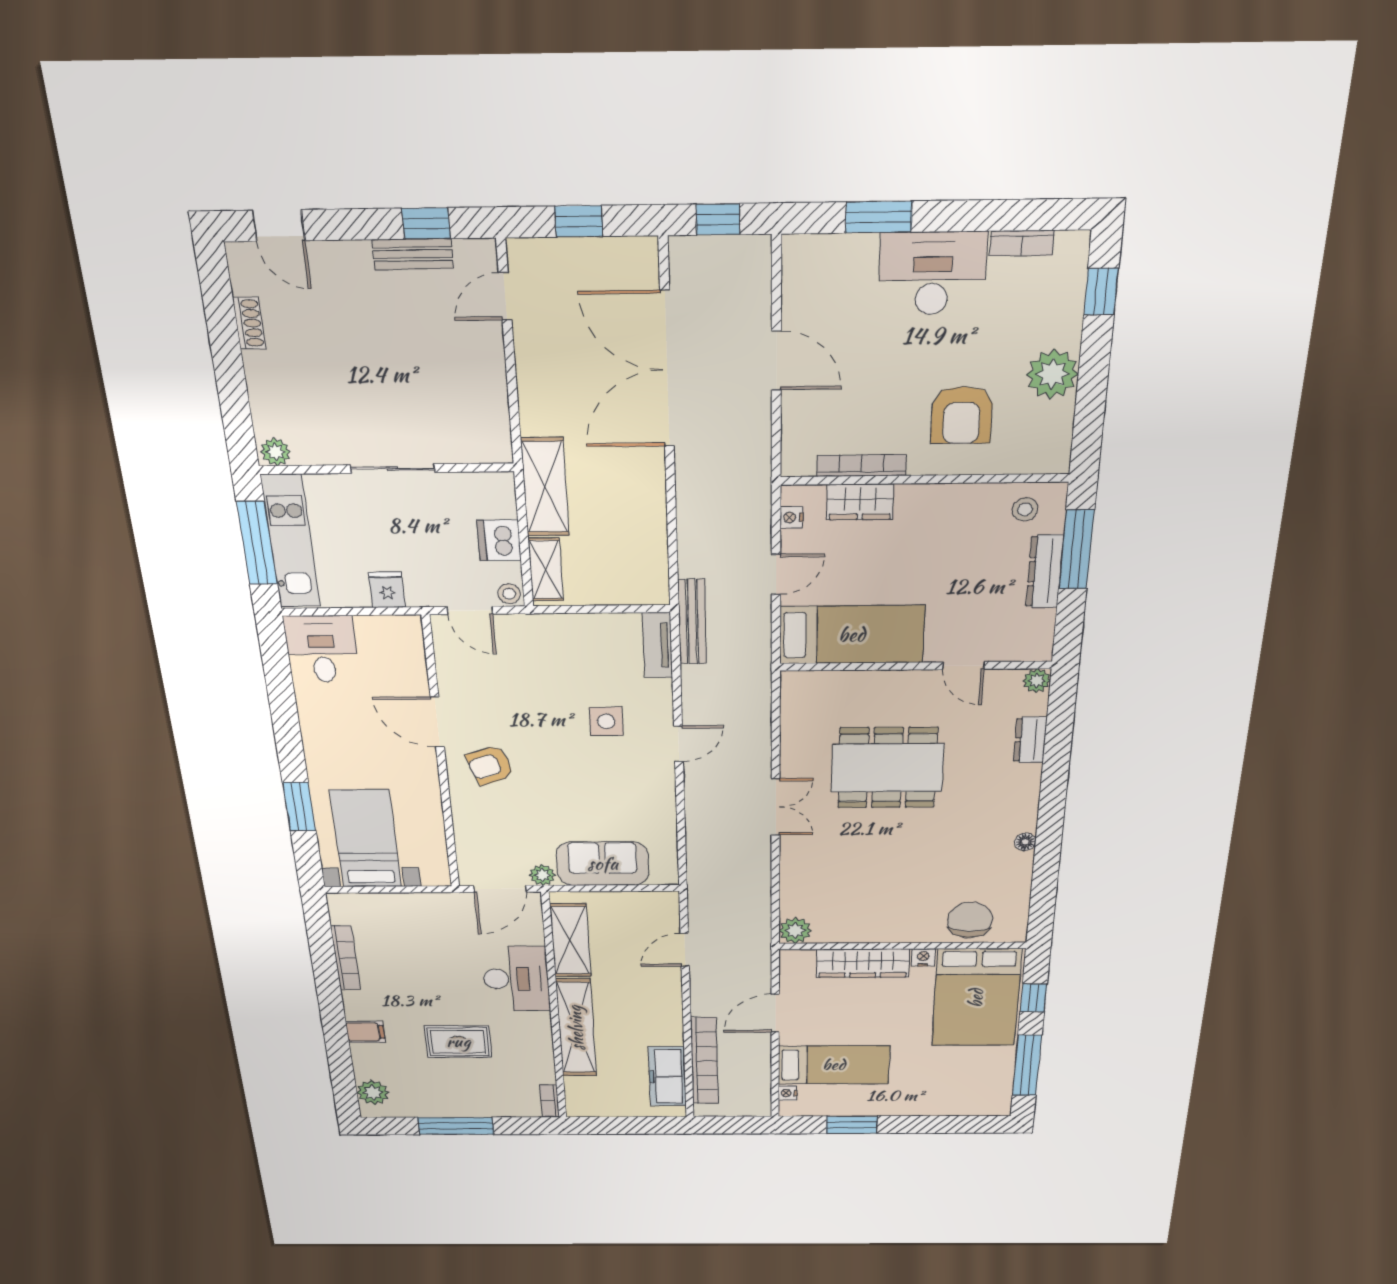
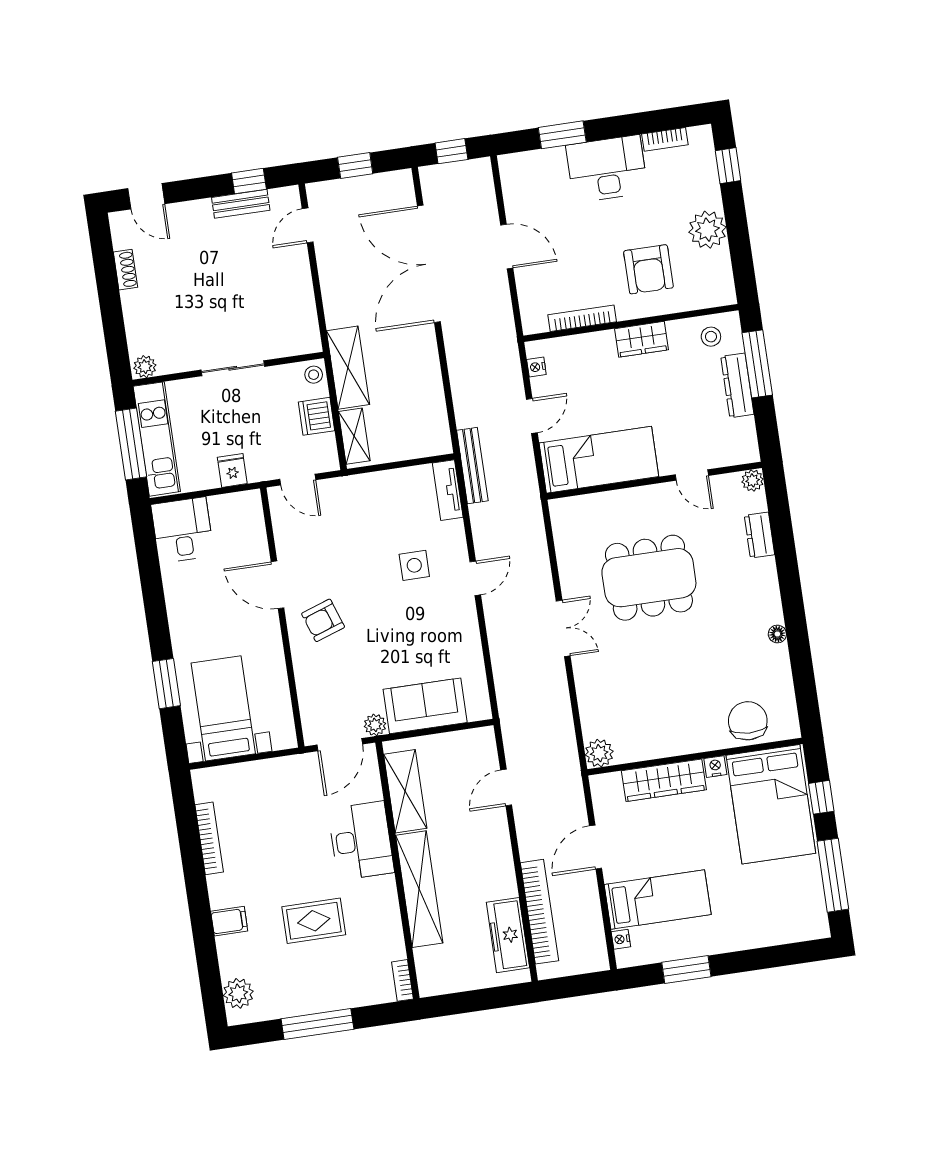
wardrobe: (860, 502) -> (642, 339), moved
stool: (509, 594) -> (314, 375), moved

